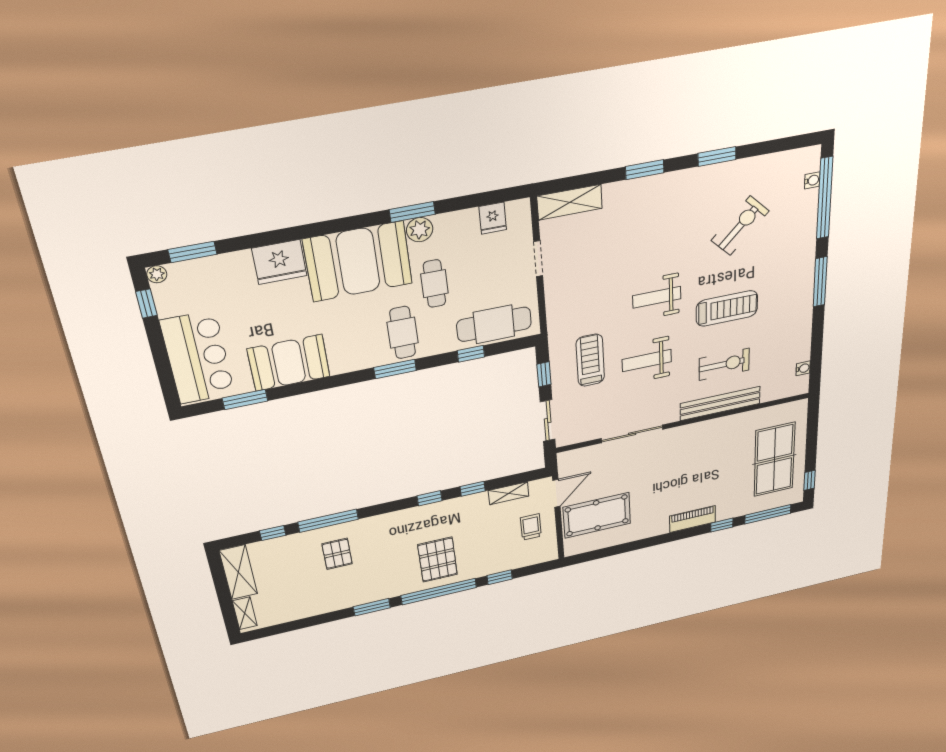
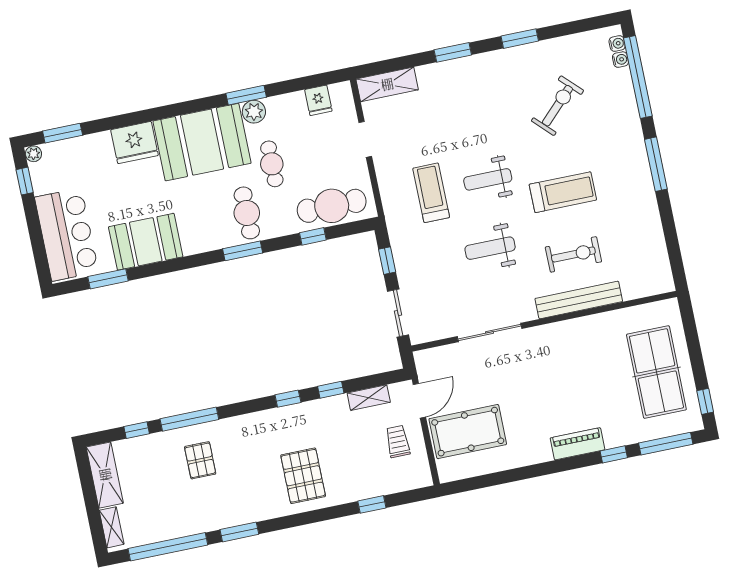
treadmill: (590, 360) -> (431, 193), moved
water cooler: (803, 368) -> (617, 43), moved
window: (439, 592) -> (168, 547), moved

